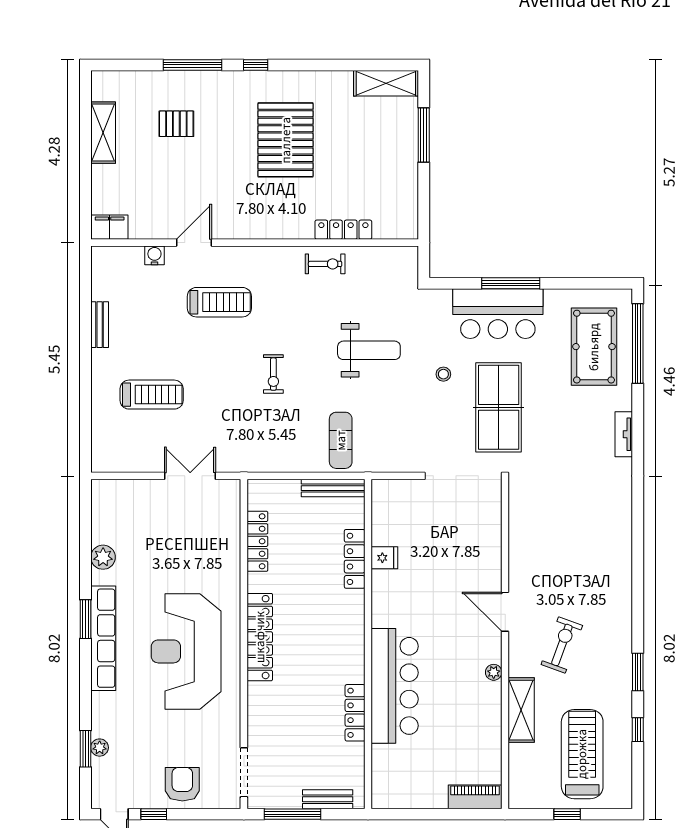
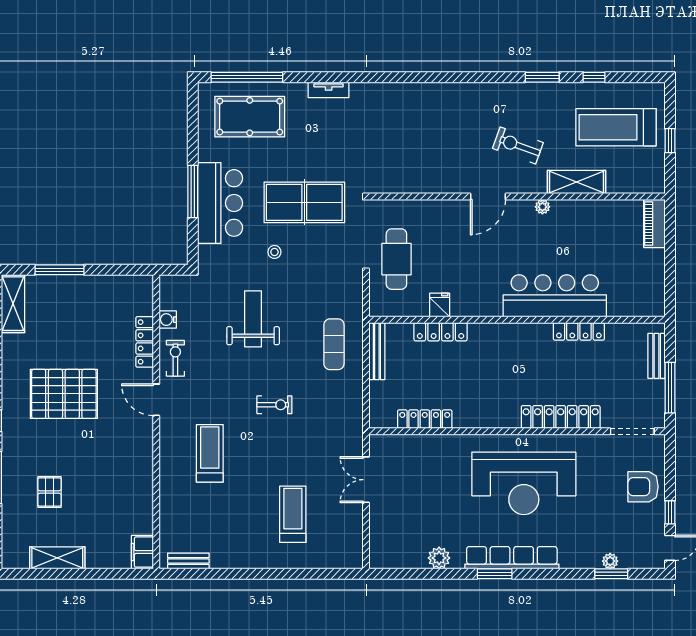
door: (194, 243) -> (156, 400), moved
water cooler: (154, 255) -> (168, 320), moved
bench: (100, 325) -> (188, 561), moved
exercise mat: (341, 440) -> (334, 344), turned 90
cafe table: (435, 510) -> (396, 259), added
locker: (260, 637) -> (561, 417), moved

